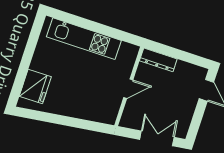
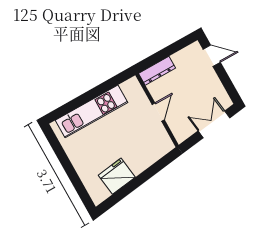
fridge: (35, 87) -> (117, 176), moved, turned -97

